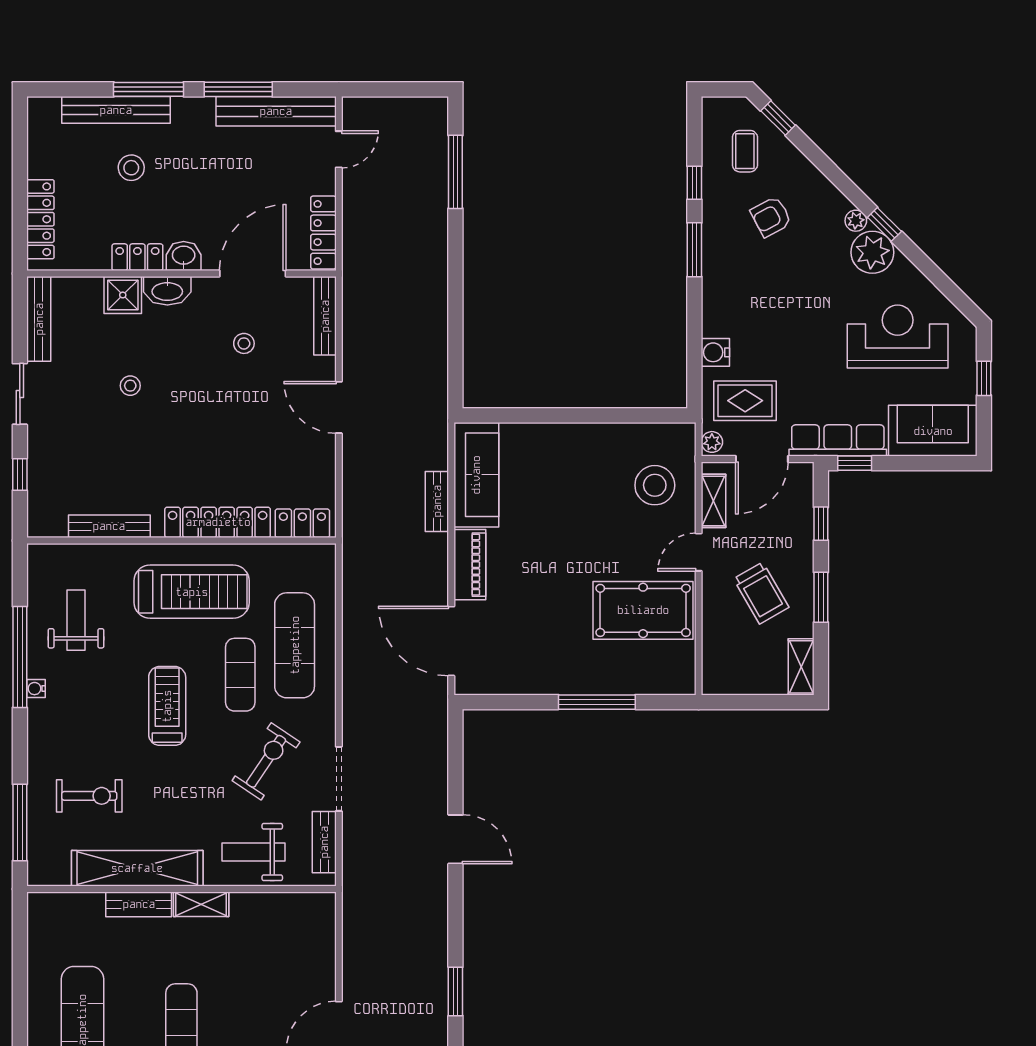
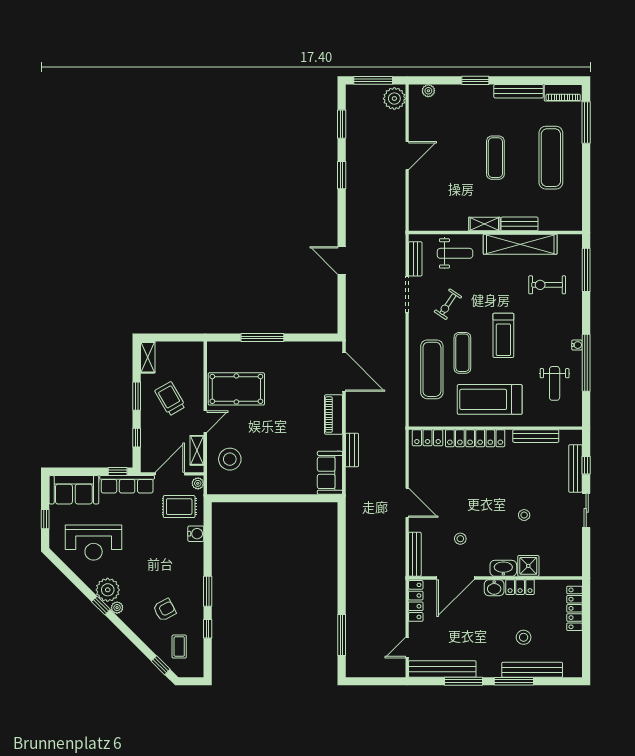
bench: (39, 319) -> (575, 468), moved
sofa: (476, 475) -> (330, 473), width x0.73
exercise bike: (266, 761) -> (448, 304), width x0.73, depth x0.72

